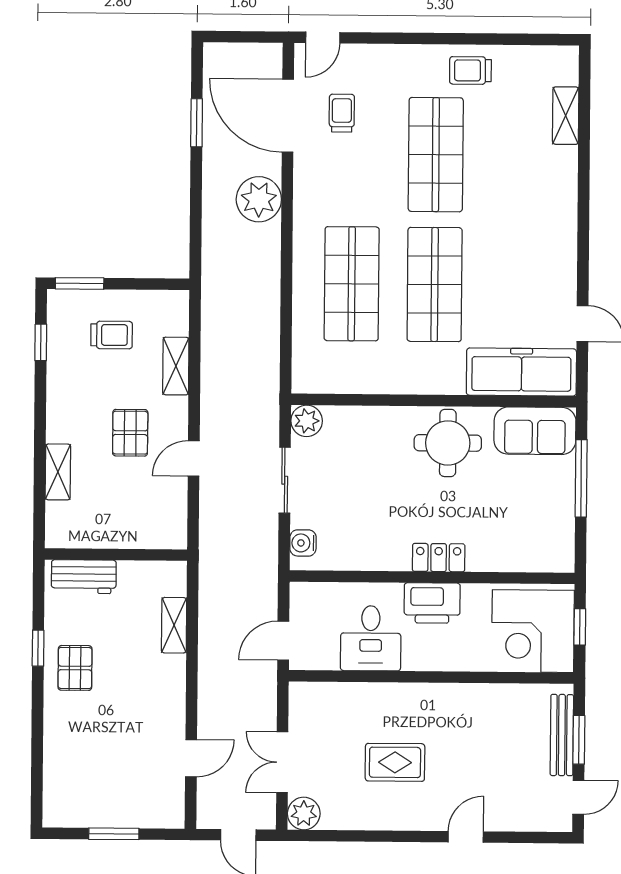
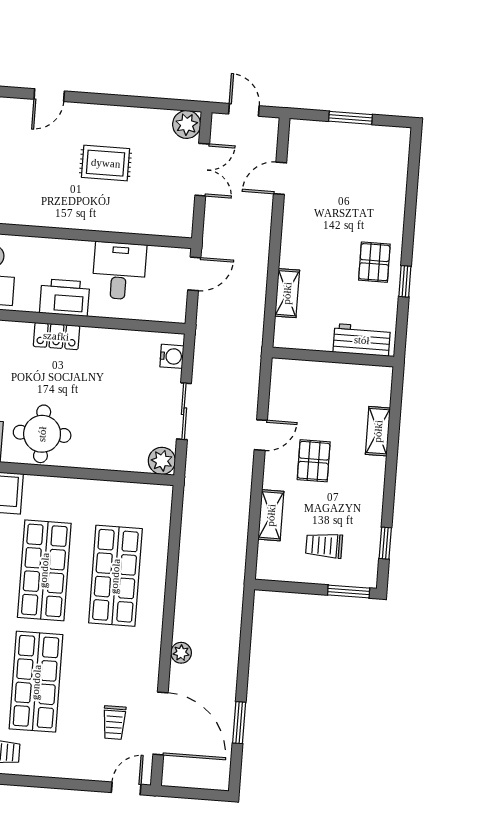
plant: (259, 199) -> (181, 653), width x0.53, depth x0.53

